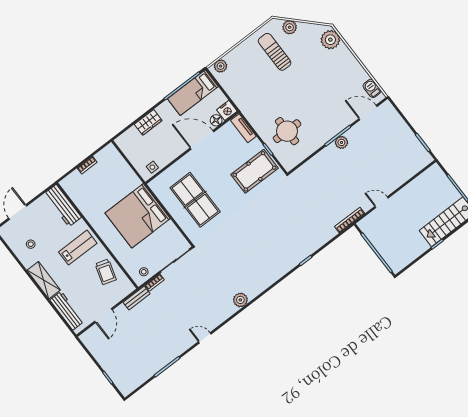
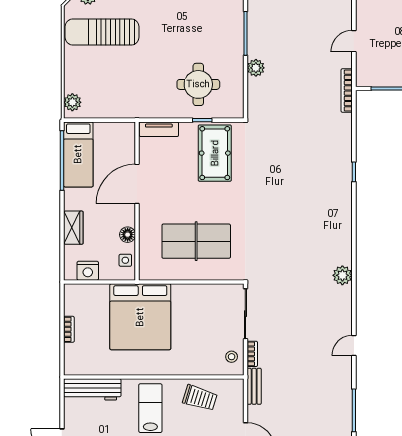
sun lounger: (275, 52) -> (102, 32), width x1.36, depth x1.34
nightstand: (227, 110) -> (88, 271), moved, turned 90
floor lamp: (216, 120) -> (128, 235), moved
plant: (341, 142) -> (256, 68), moved
bed: (138, 216) -> (140, 317), moved

